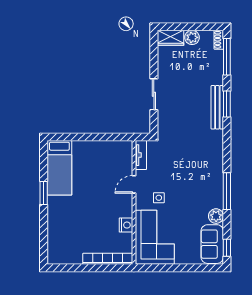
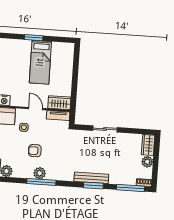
wardrobe: (124, 155) -> (59, 103), added
bed: (59, 168) -> (40, 62), moved, turned -90
plant: (216, 174) -> (40, 173), added
armchair: (188, 182) -> (35, 151), added
window: (227, 191) -> (41, 182), moved

